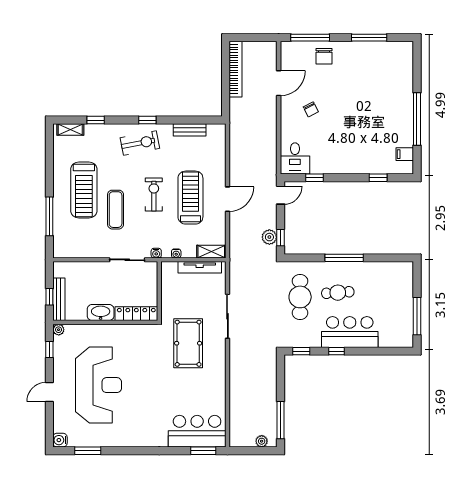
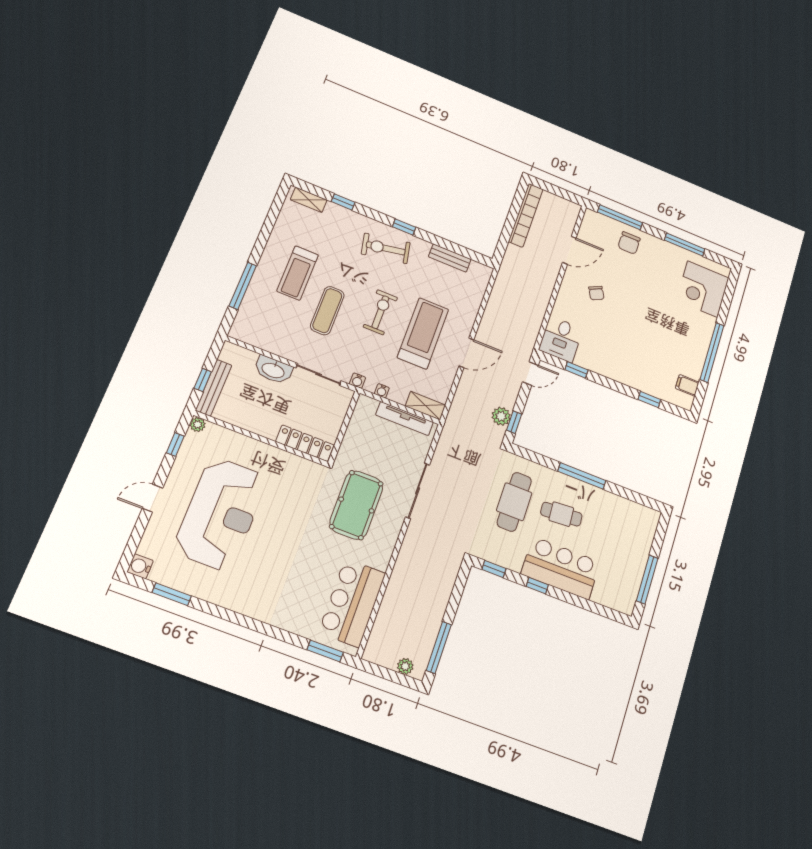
corner desk: (395, 69) -> (703, 289), added
exercise bike: (140, 143) -> (386, 248), turned 180
treadmill: (84, 190) -> (298, 273), width x0.73, depth x0.73
washbasin: (101, 312) -> (273, 370), moved, turned 180
bar counter: (197, 431) -> (352, 603), moved, turned -90

